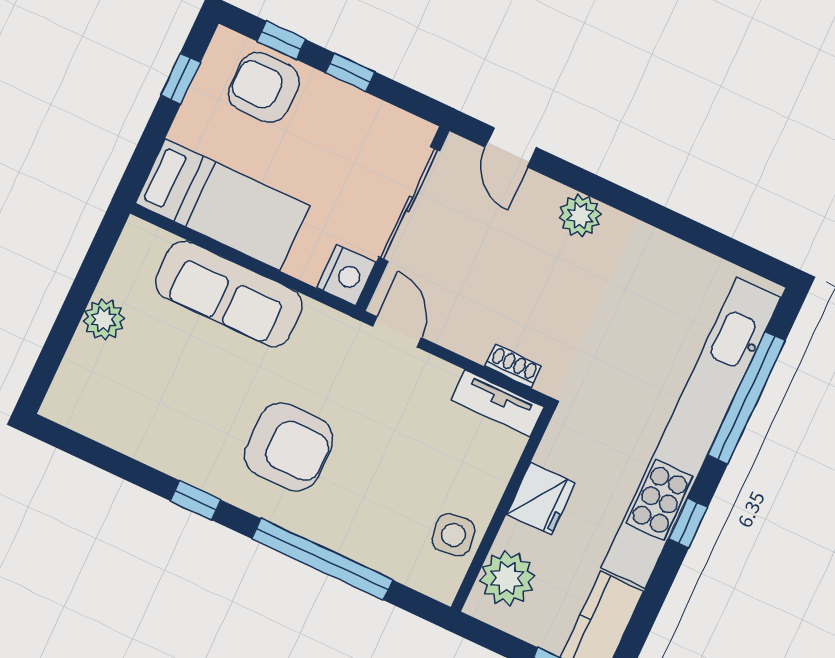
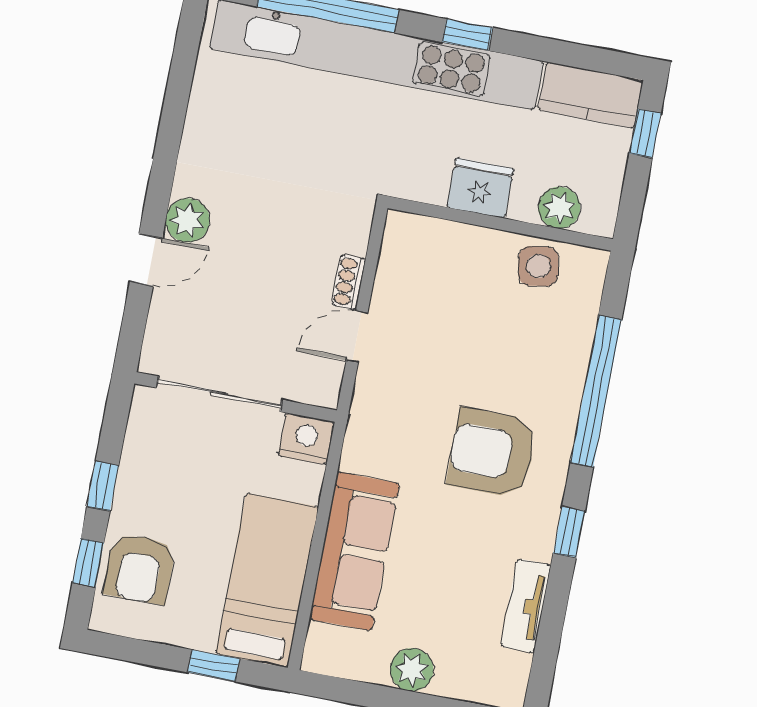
window: (181, 79) -> (214, 666), moved
door: (511, 147) -> (146, 260), moved
door: (397, 332) -> (357, 337), moved
shoe rack: (513, 366) -> (349, 282), moved
tv unit: (497, 403) -> (526, 606), moved, turned 180
armchair: (289, 447) -> (492, 453), turned -90
plant: (507, 578) -> (559, 208), width x0.73, depth x0.73

